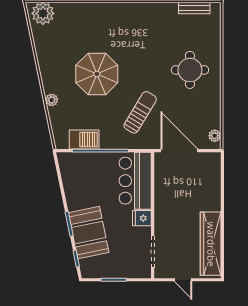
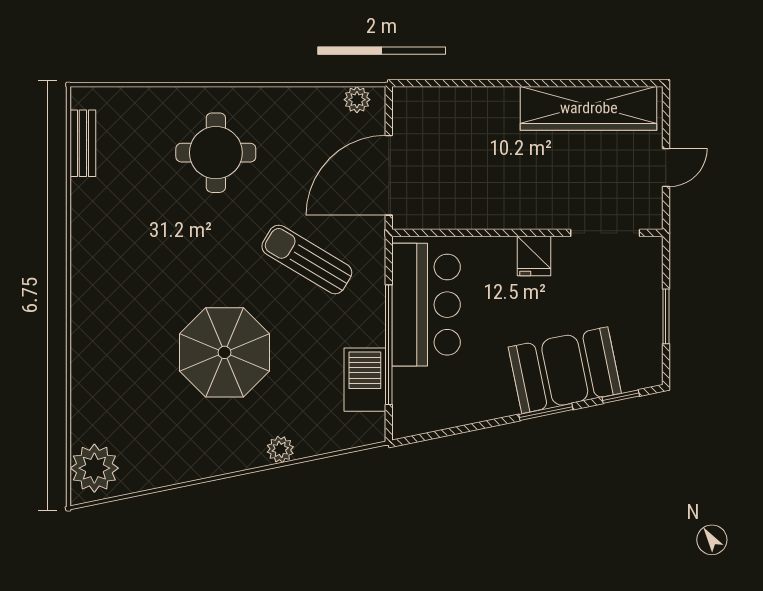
bar counter: (135, 181) -> (426, 305), moved, turned -90

